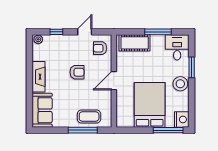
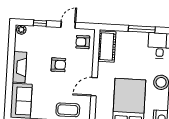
cot: (135, 43) -> (107, 47), moved, turned 90
door: (114, 81) -> (94, 87), moved

